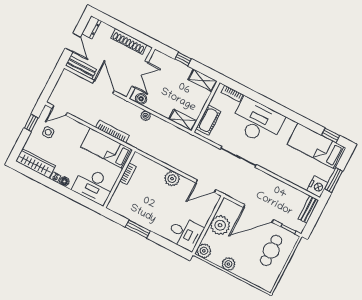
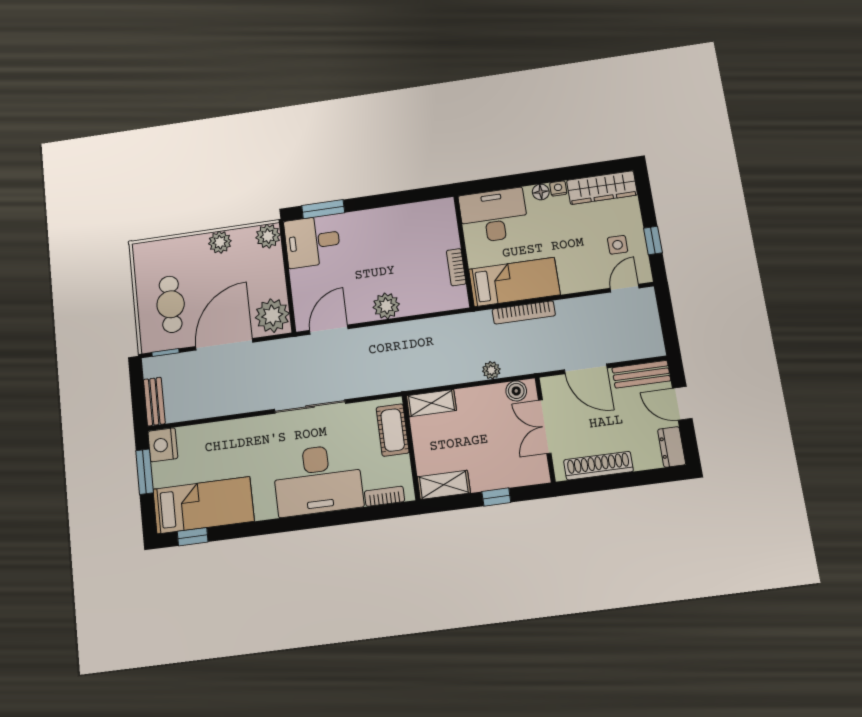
plant: (220, 225) -> (272, 316), moved
window: (138, 229) -> (323, 209), moved

